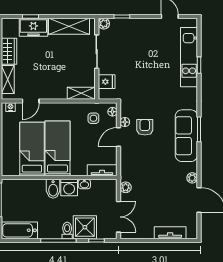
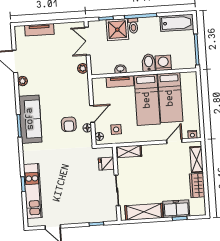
plant: (104, 24) -> (112, 216), removed
tv unit: (102, 170) -> (120, 82), moved
washing machine: (69, 187) -> (163, 63), moved

